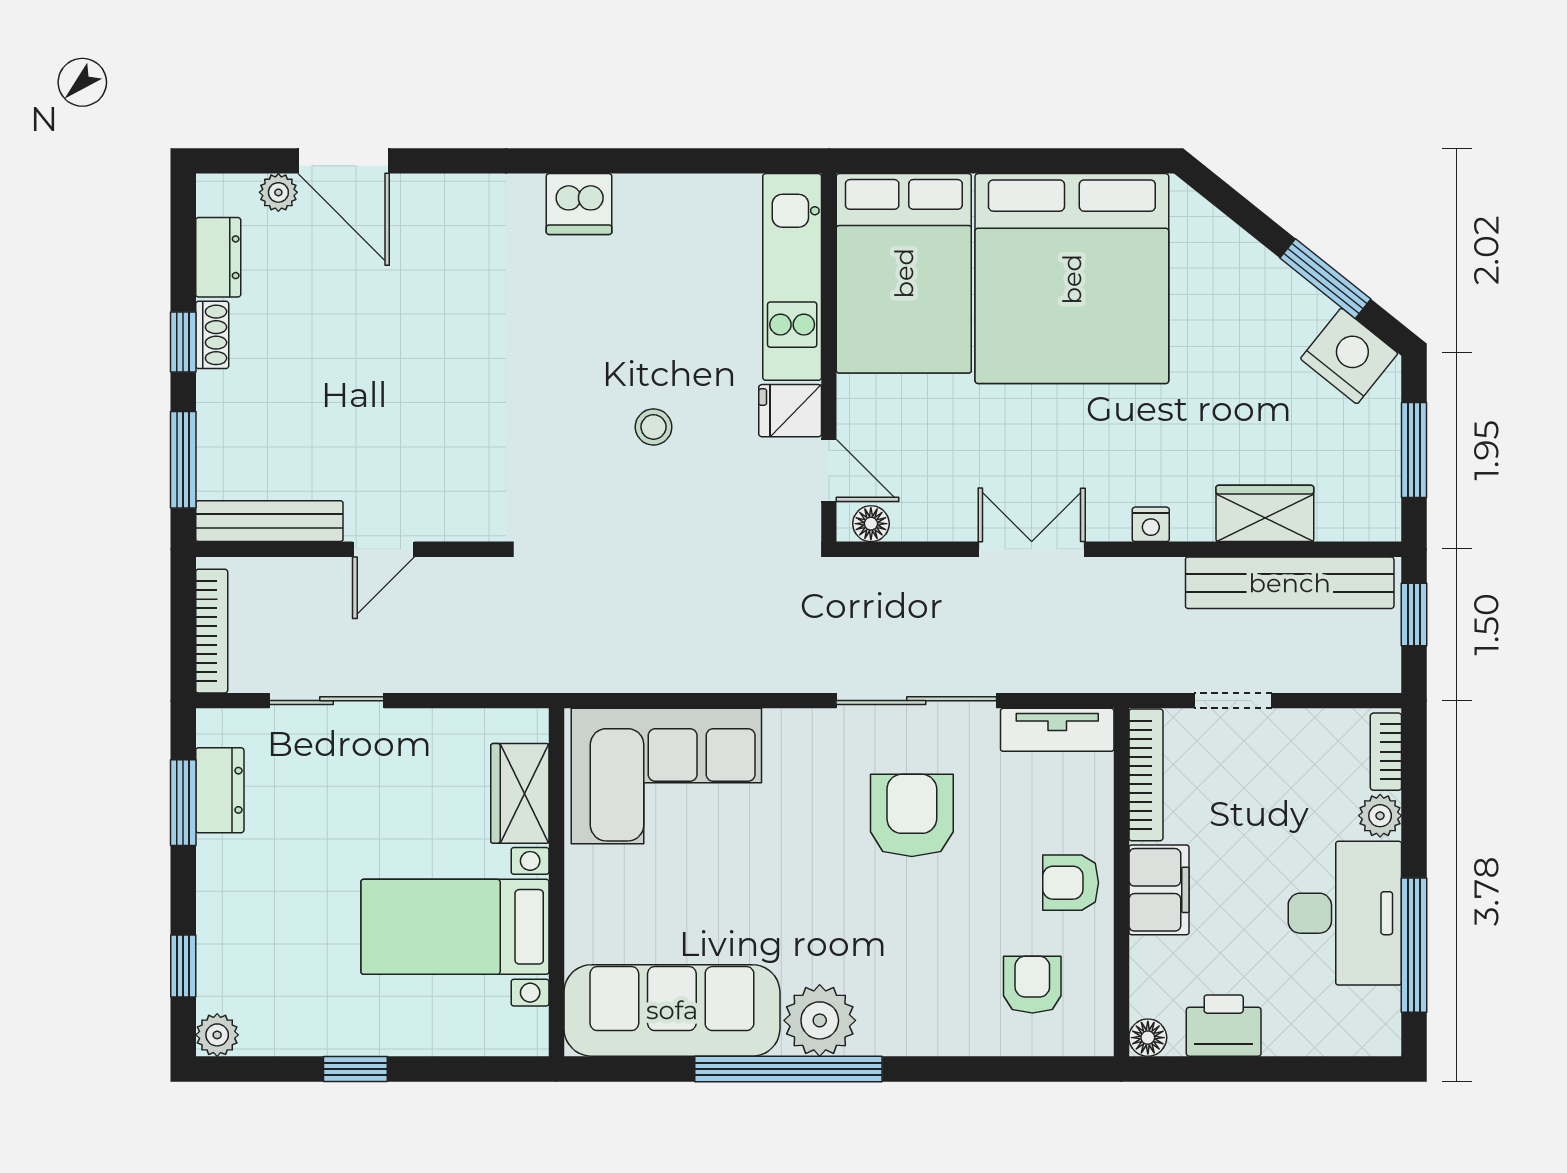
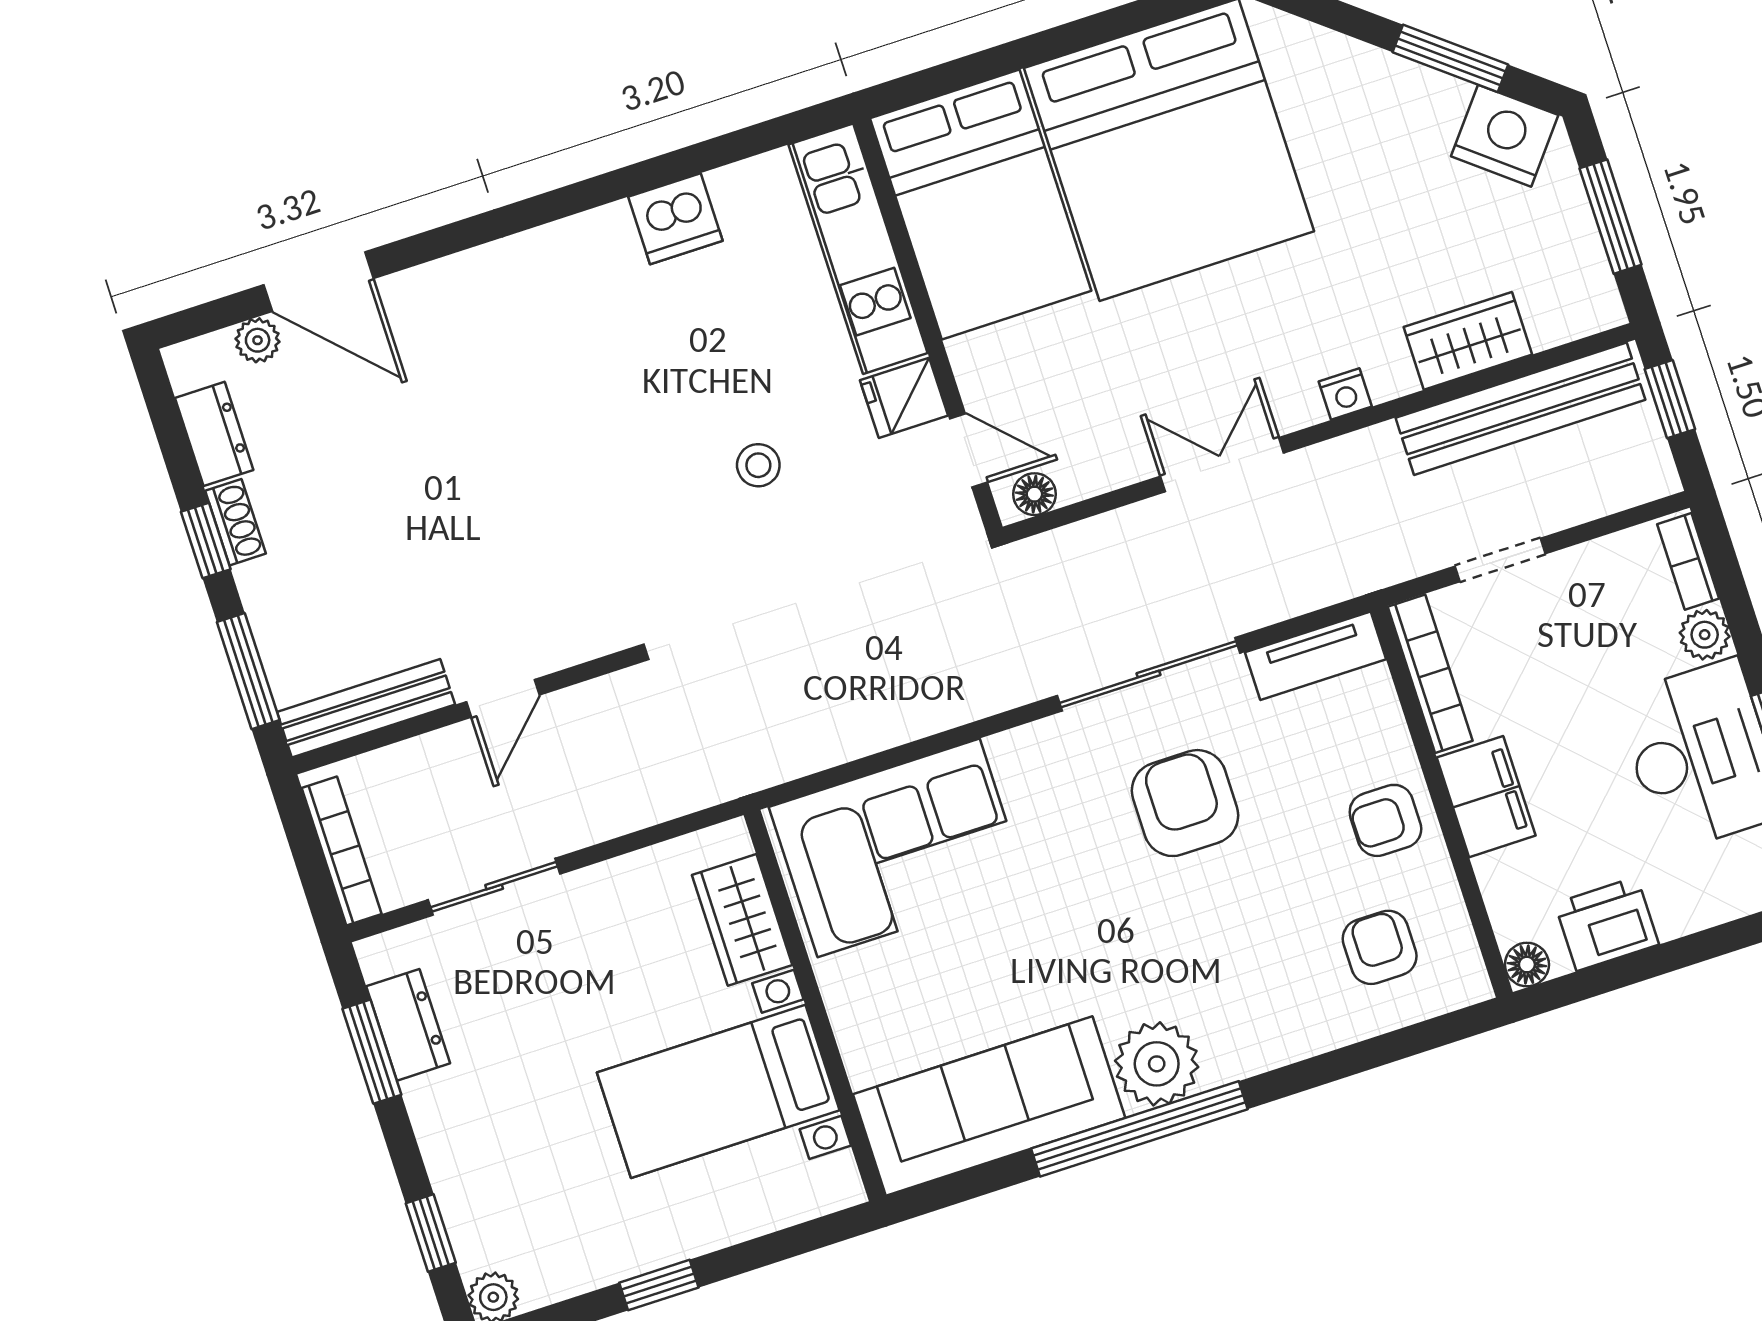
dishwasher: (579, 204) -> (675, 219), moved

